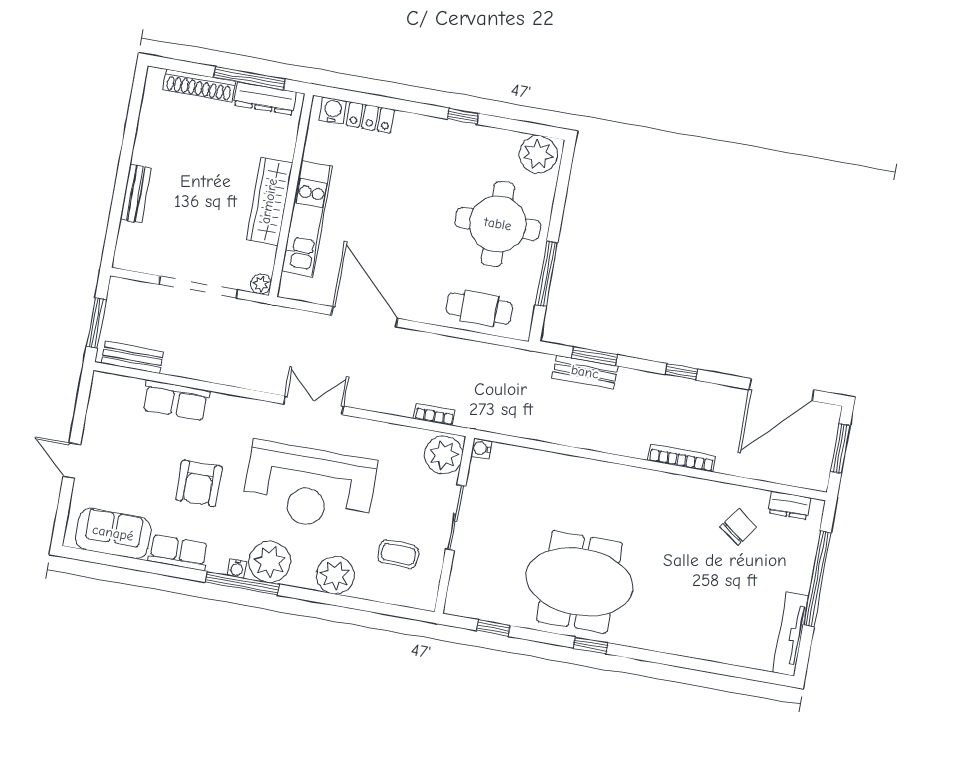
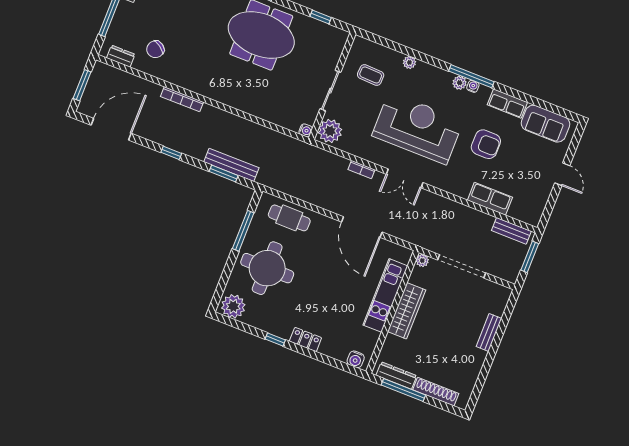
locker: (370, 117) -> (305, 340), moved
bench: (585, 372) -> (231, 165), width x1.36
bookcase: (435, 415) -> (361, 170), moved
armchair: (199, 483) -> (486, 144), turned 90
plant: (270, 562) -> (460, 83), width x0.53, depth x0.53
plant: (335, 575) -> (409, 62), width x0.53, depth x0.53

